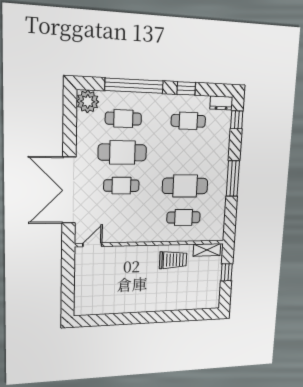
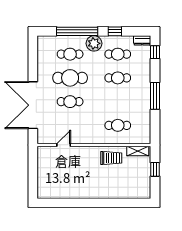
plant: (88, 101) -> (94, 43), moved
cafe table: (185, 186) -> (118, 78), moved, width x0.73, depth x0.74
door: (92, 245) -> (64, 145), moved

